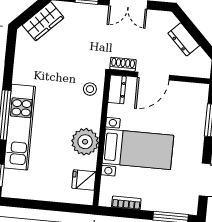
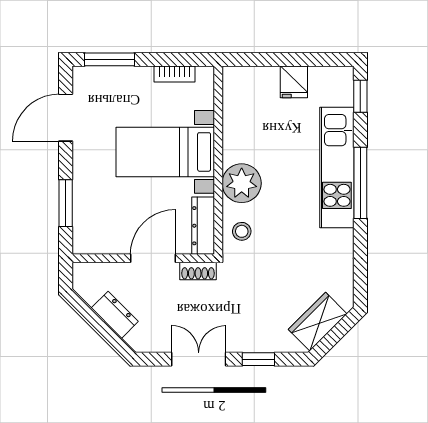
dresser: (117, 89) -> (203, 226), width x1.44
plant: (85, 142) -> (242, 183), moved
fridge: (84, 180) -> (294, 82), moved, turned 90

